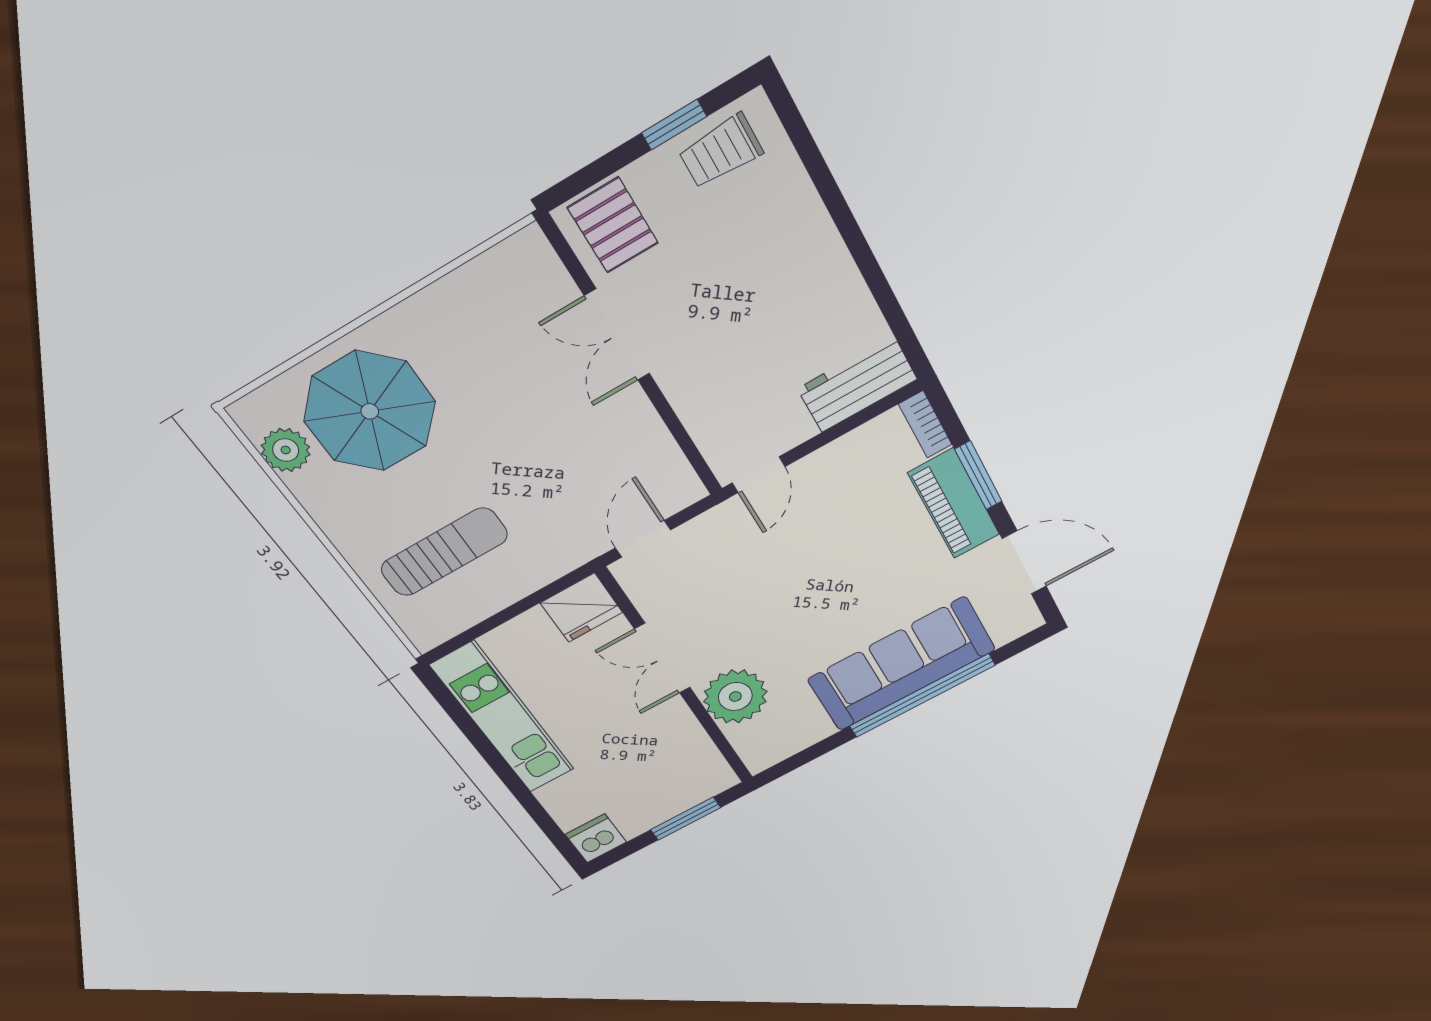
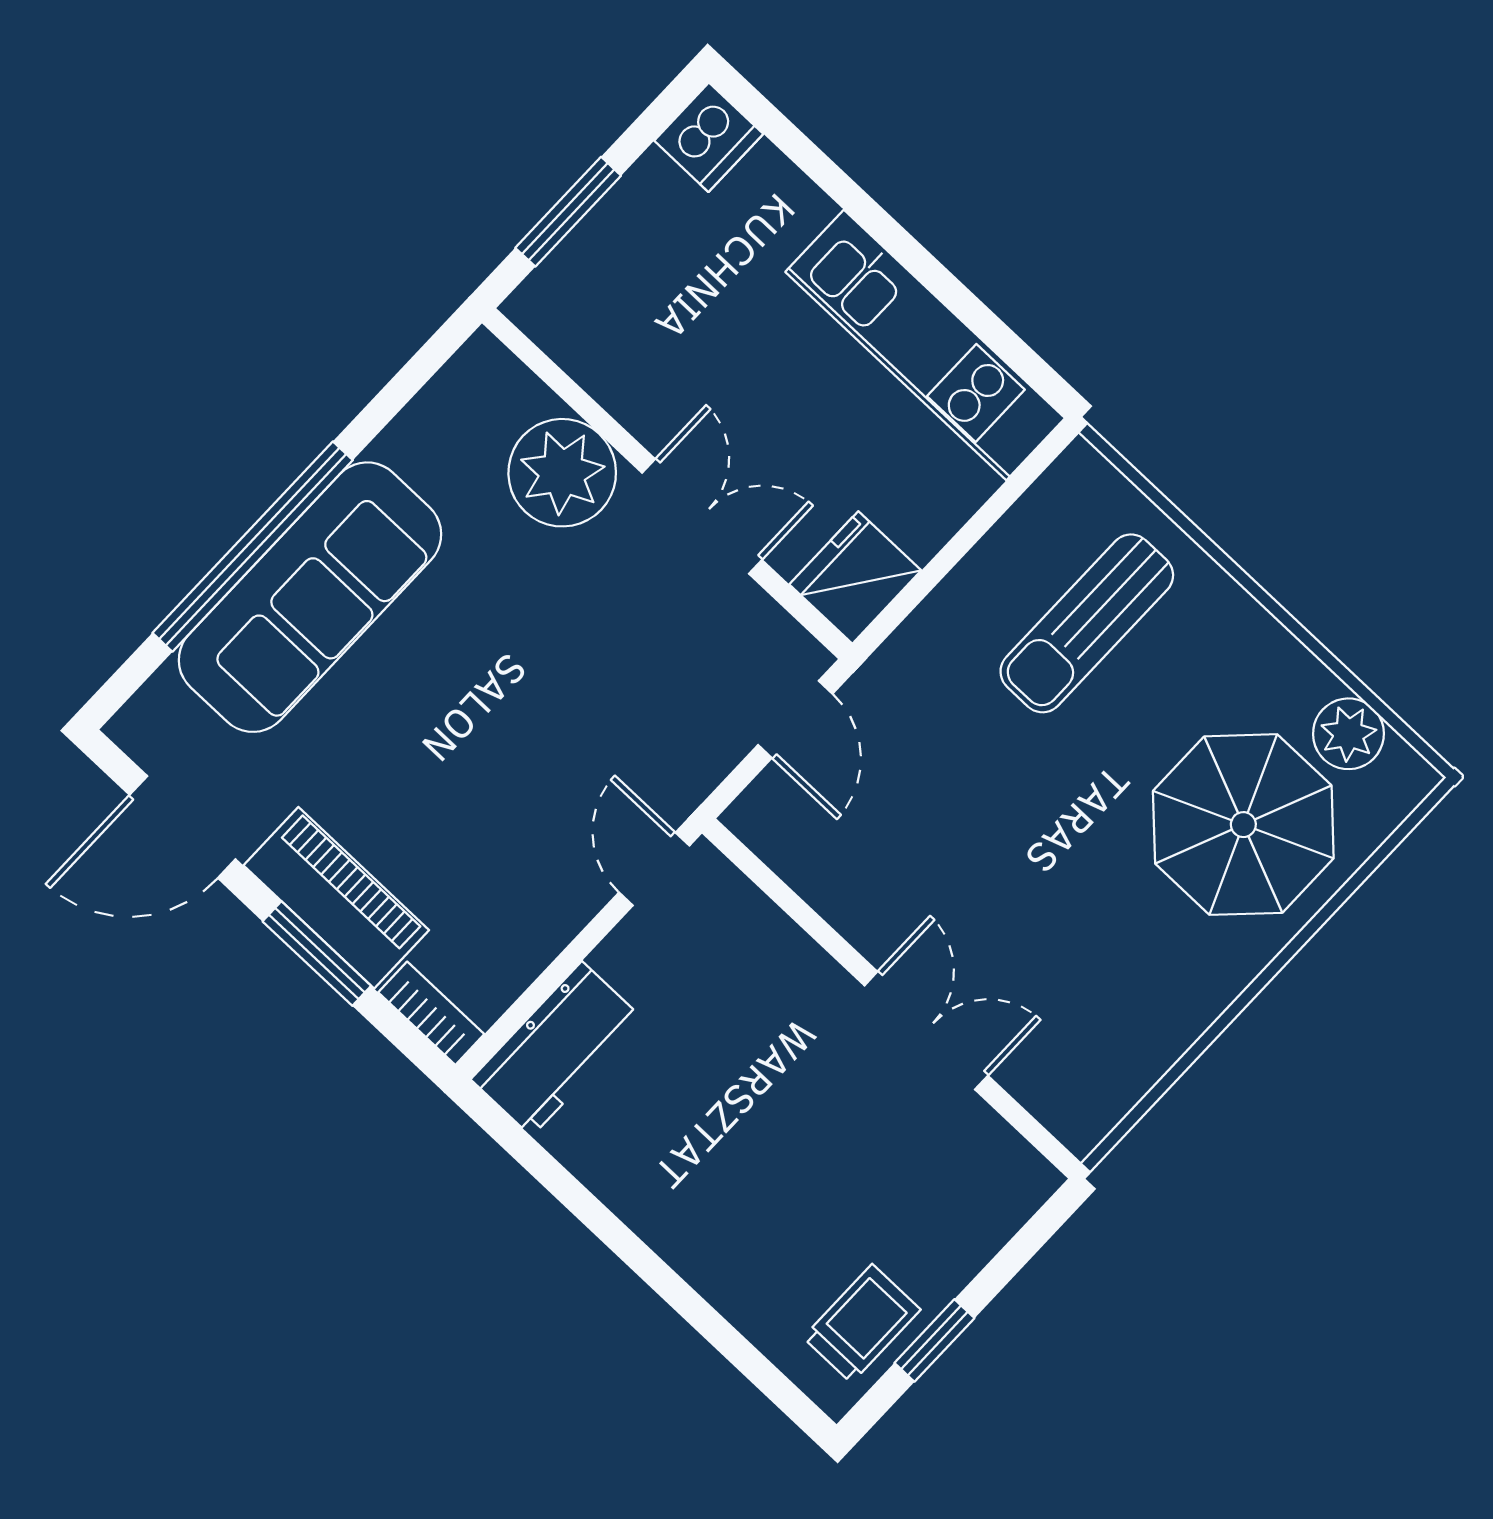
pallet: (613, 225) -> (977, 1184), removed

